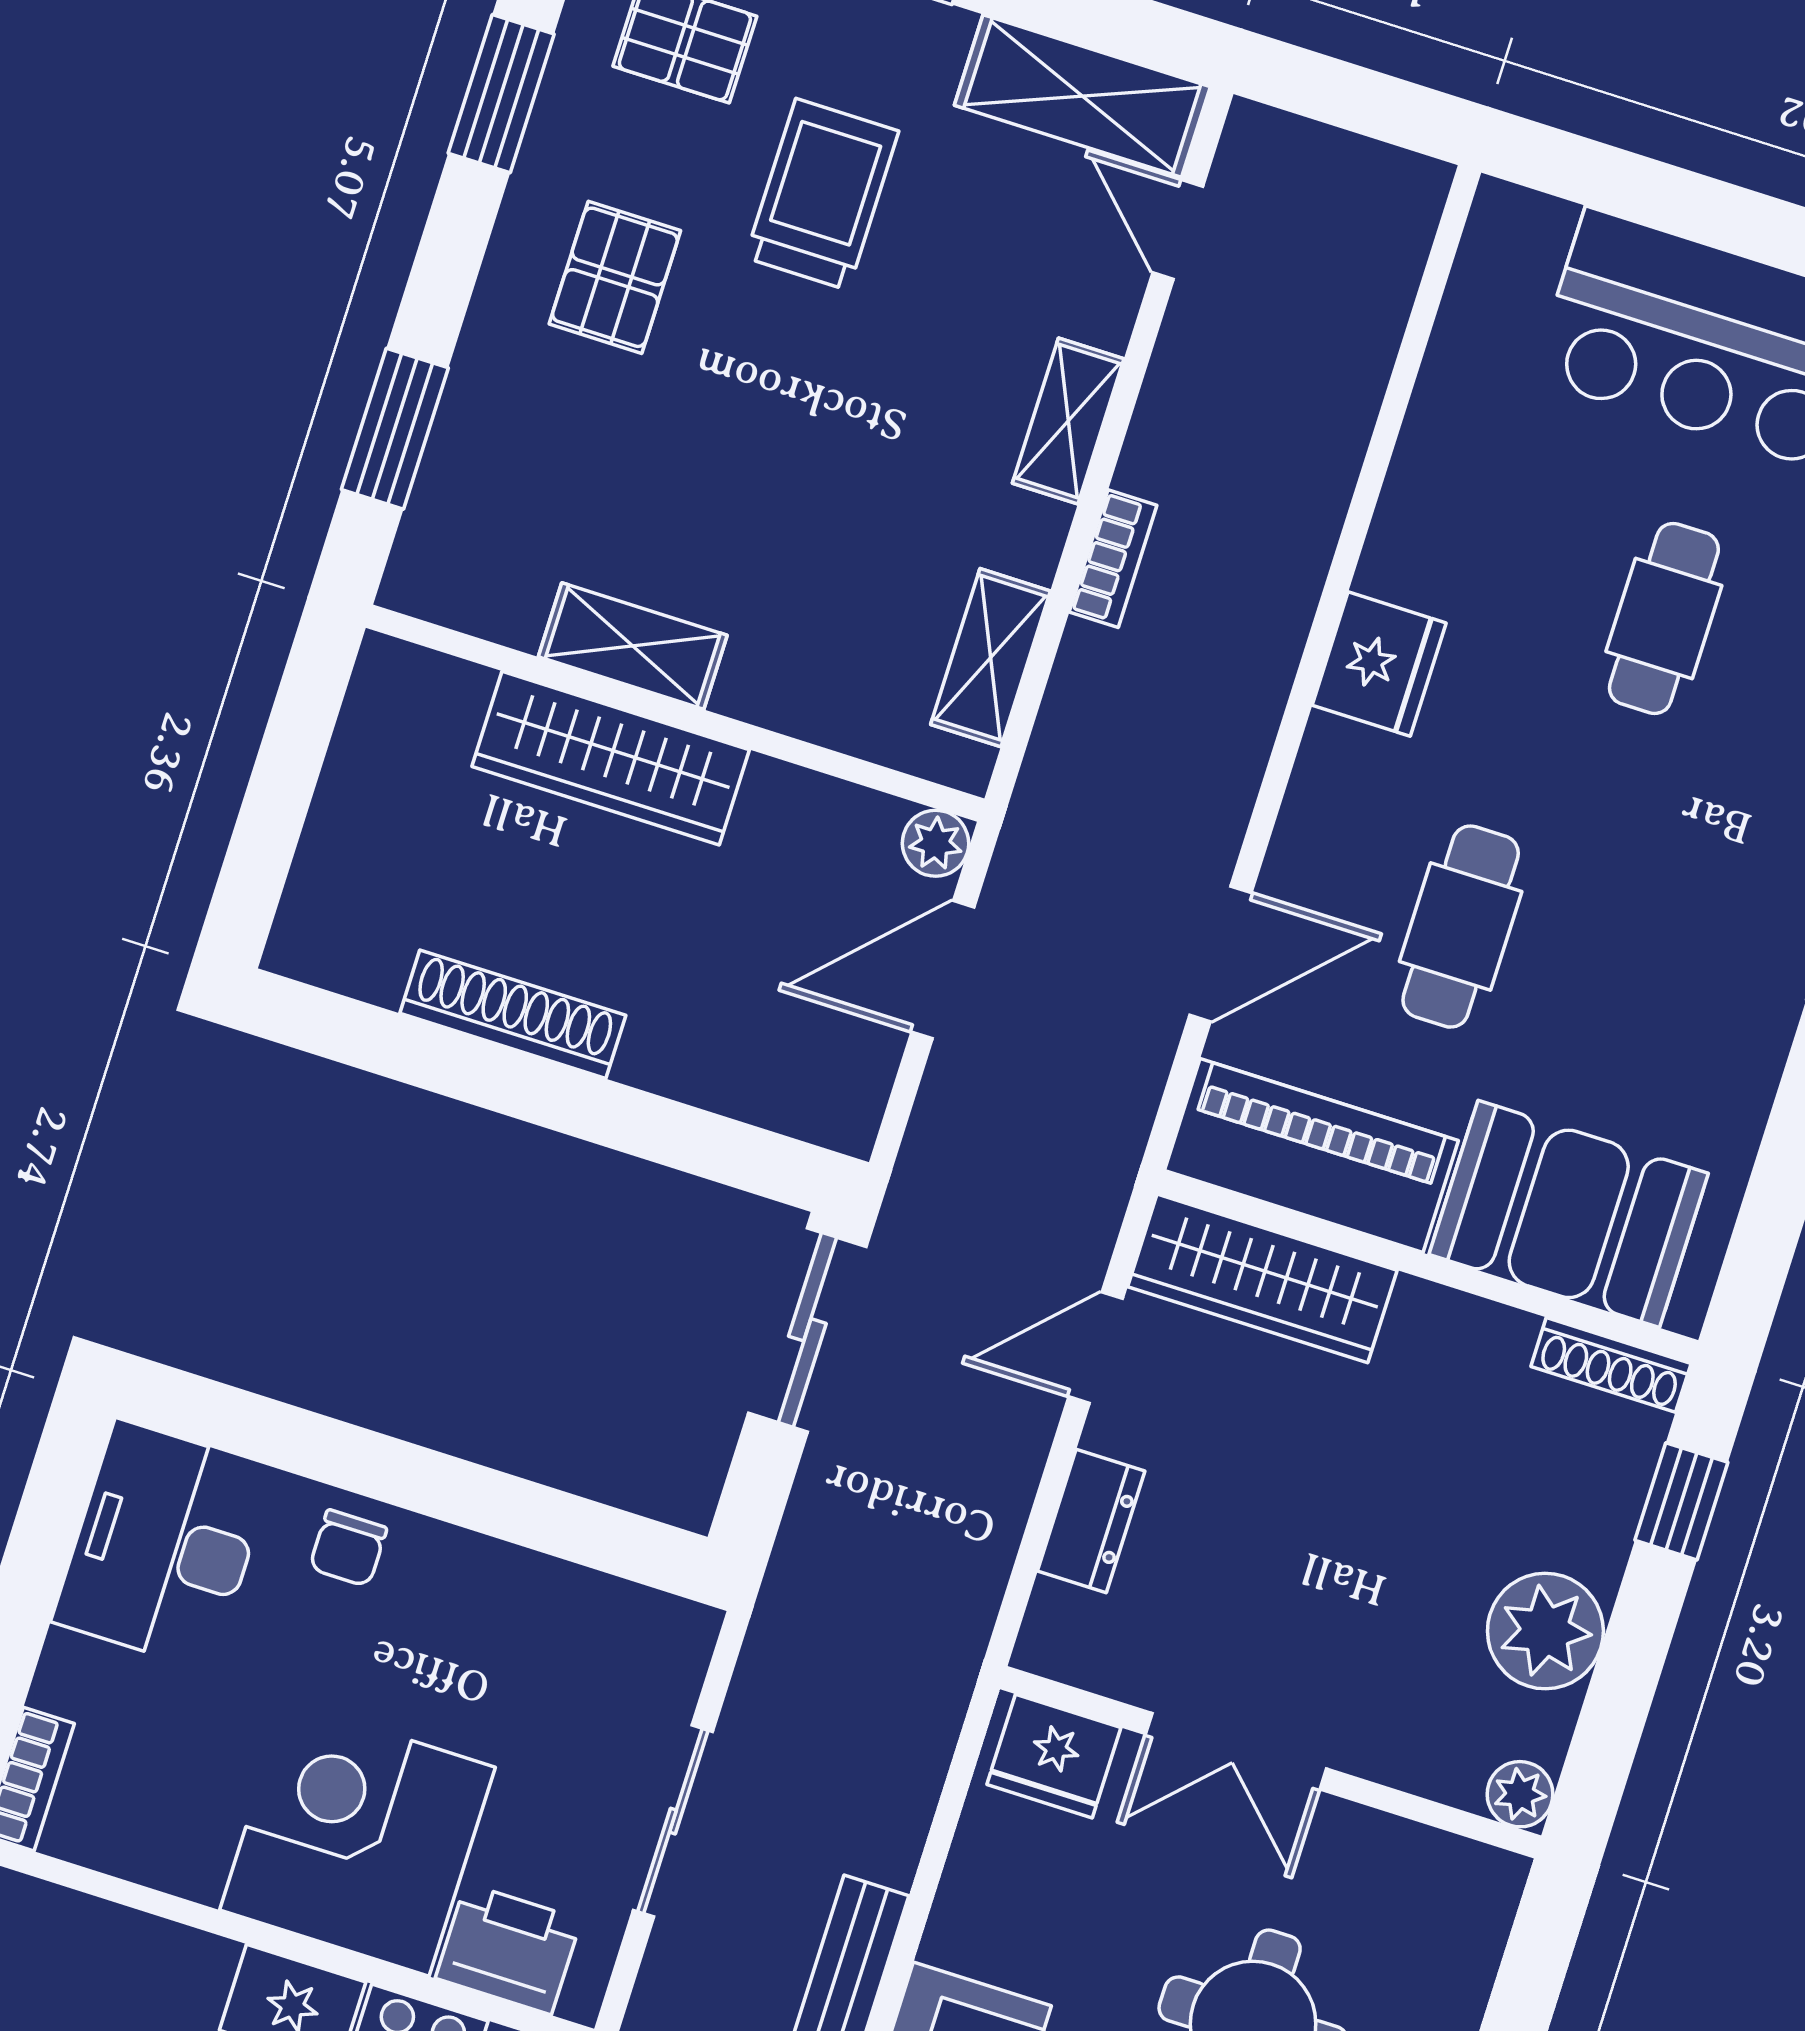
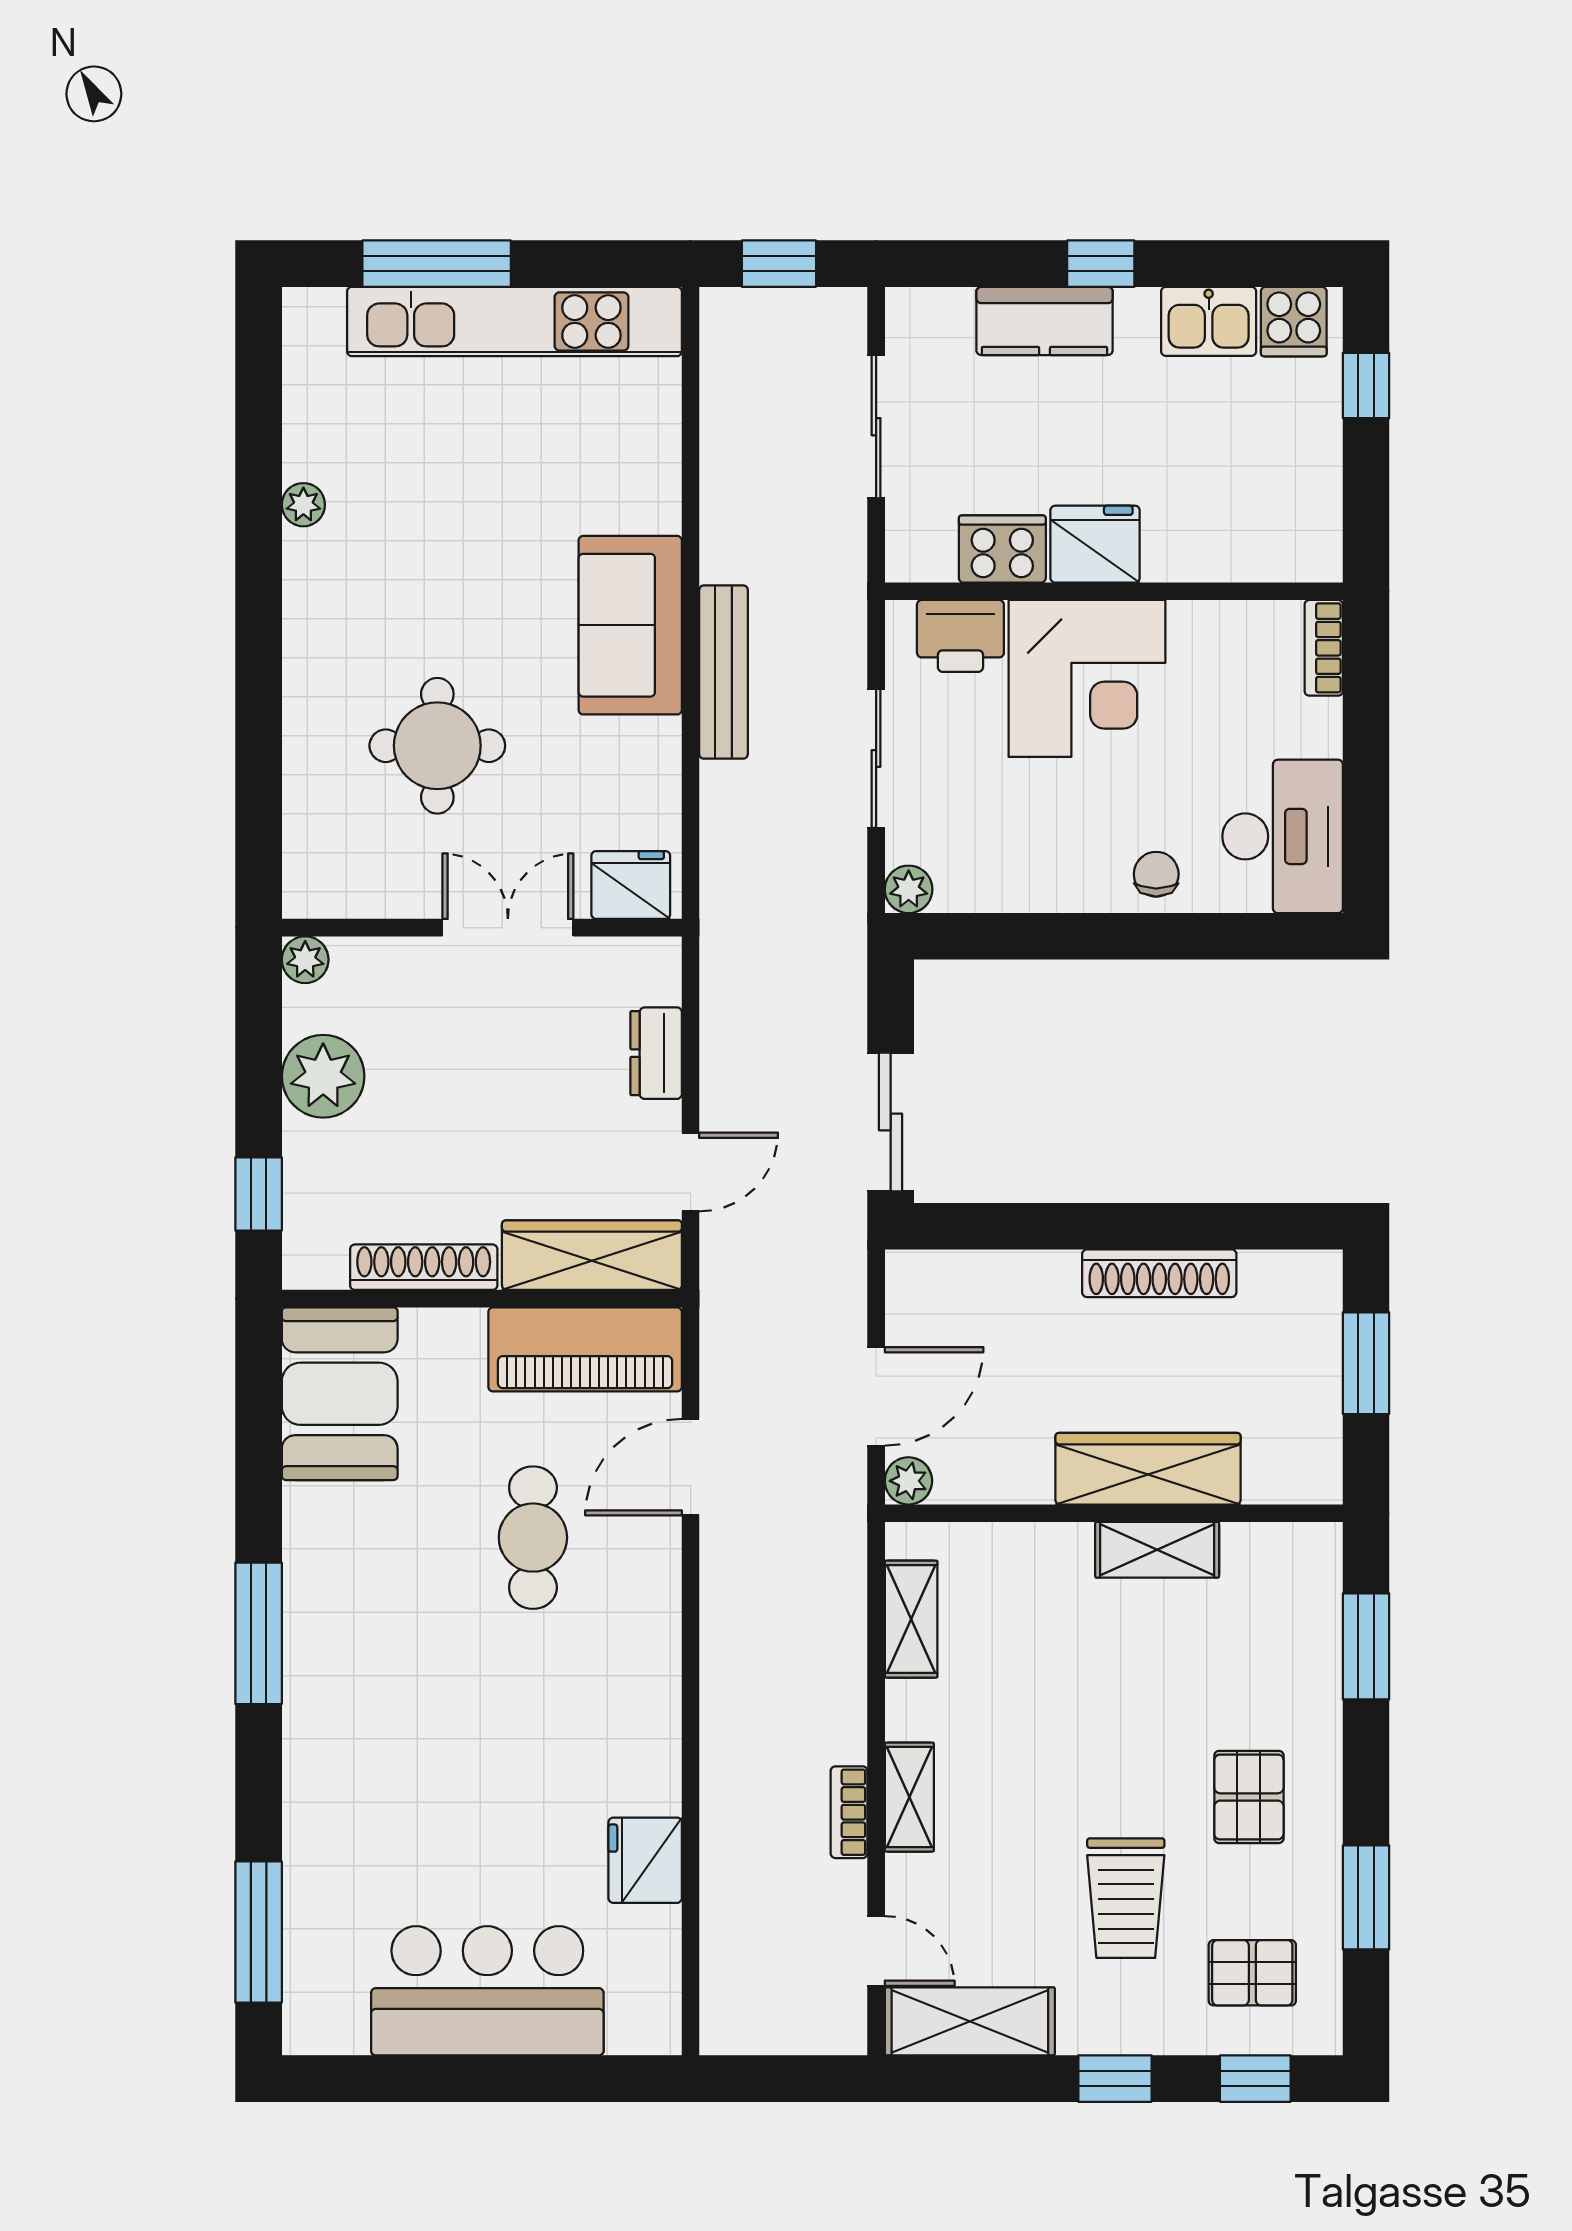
bookcase: (1113, 559) -> (849, 1812), moved
cafe table: (1664, 618) -> (461, 1791), removed
fridge: (1379, 664) -> (645, 1860), moved
window: (275, 807) -> (1366, 1363), added
booth: (1569, 1214) -> (340, 1394), moved, turned 90
shoe rack: (1611, 1365) -> (424, 1267), moved, width x1.36, depth x1.24
plant: (685, 1633) -> (909, 889), added

